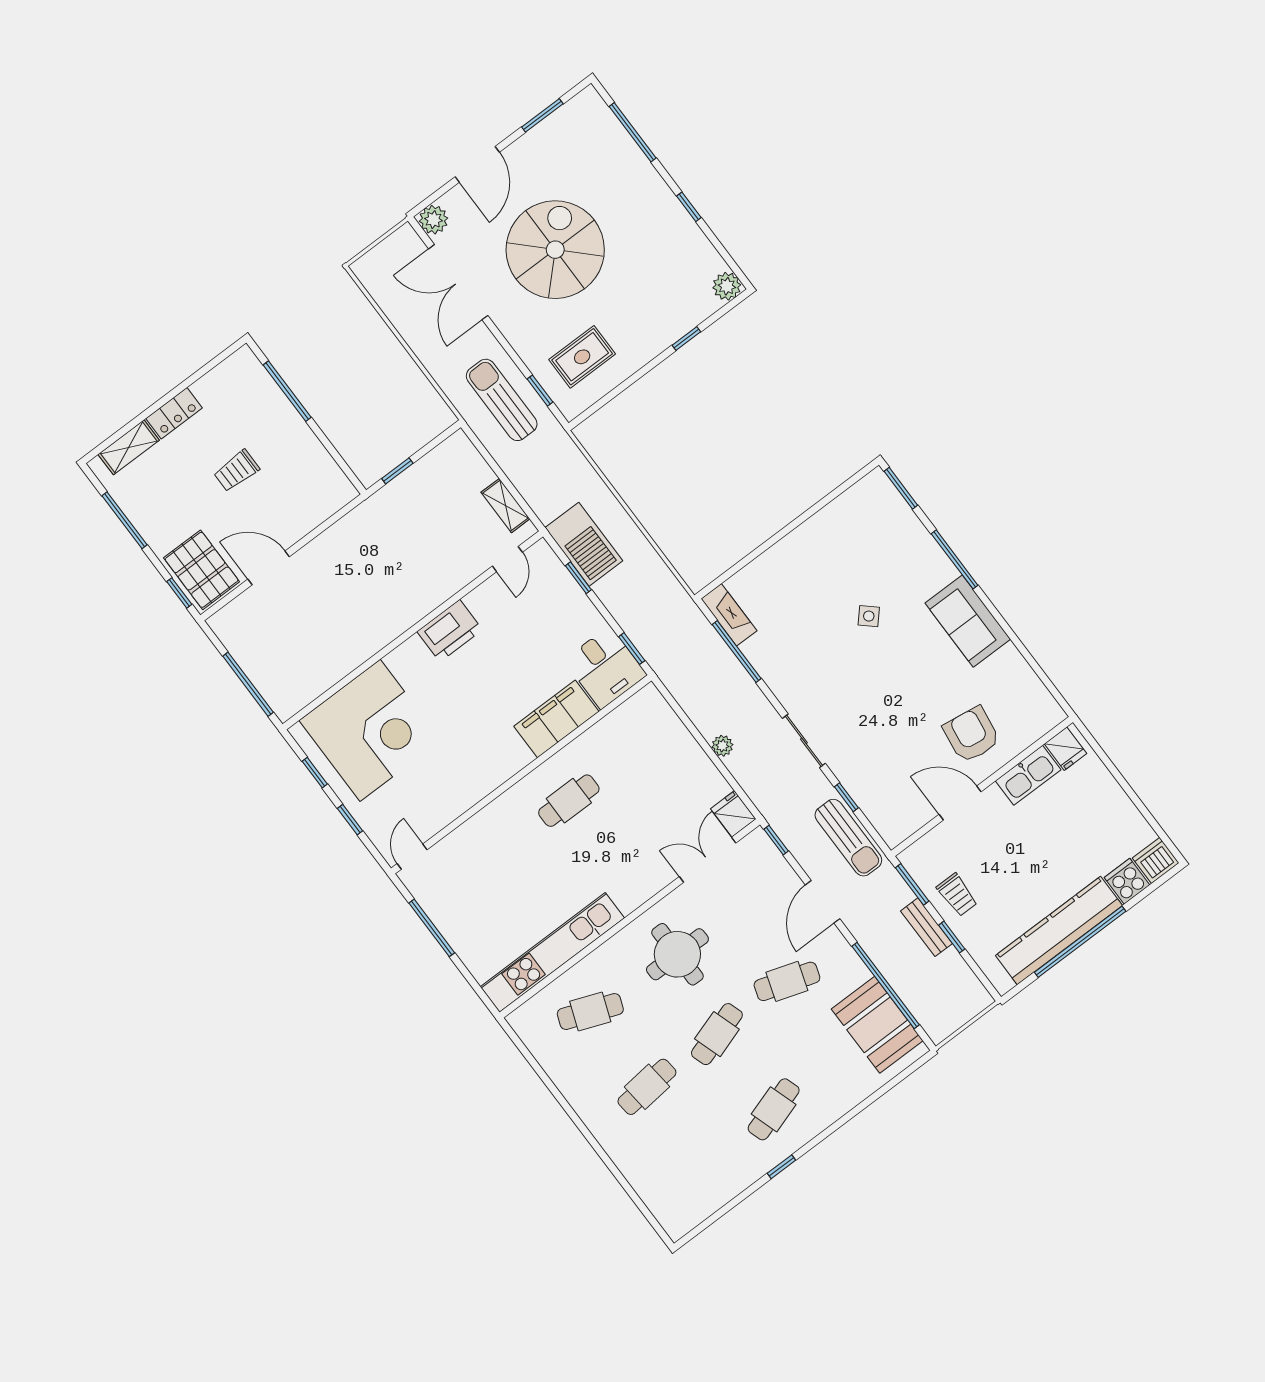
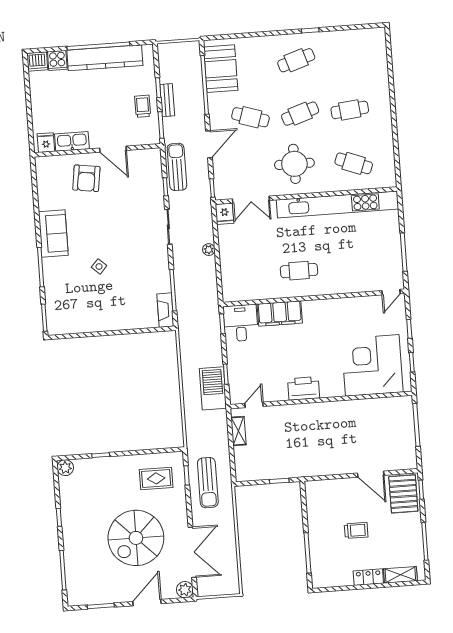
kitchen unit: (552, 952) -> (337, 204), width x1.36

